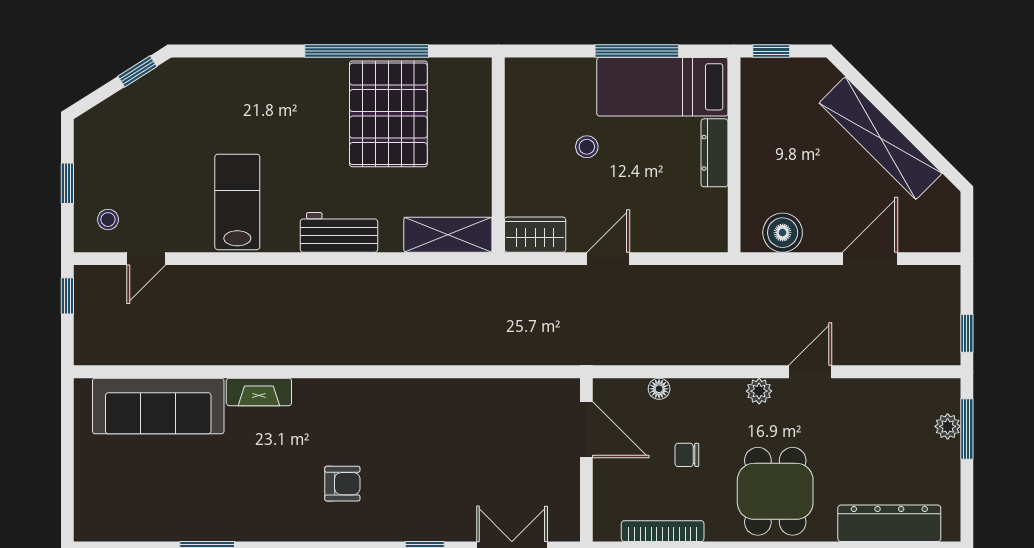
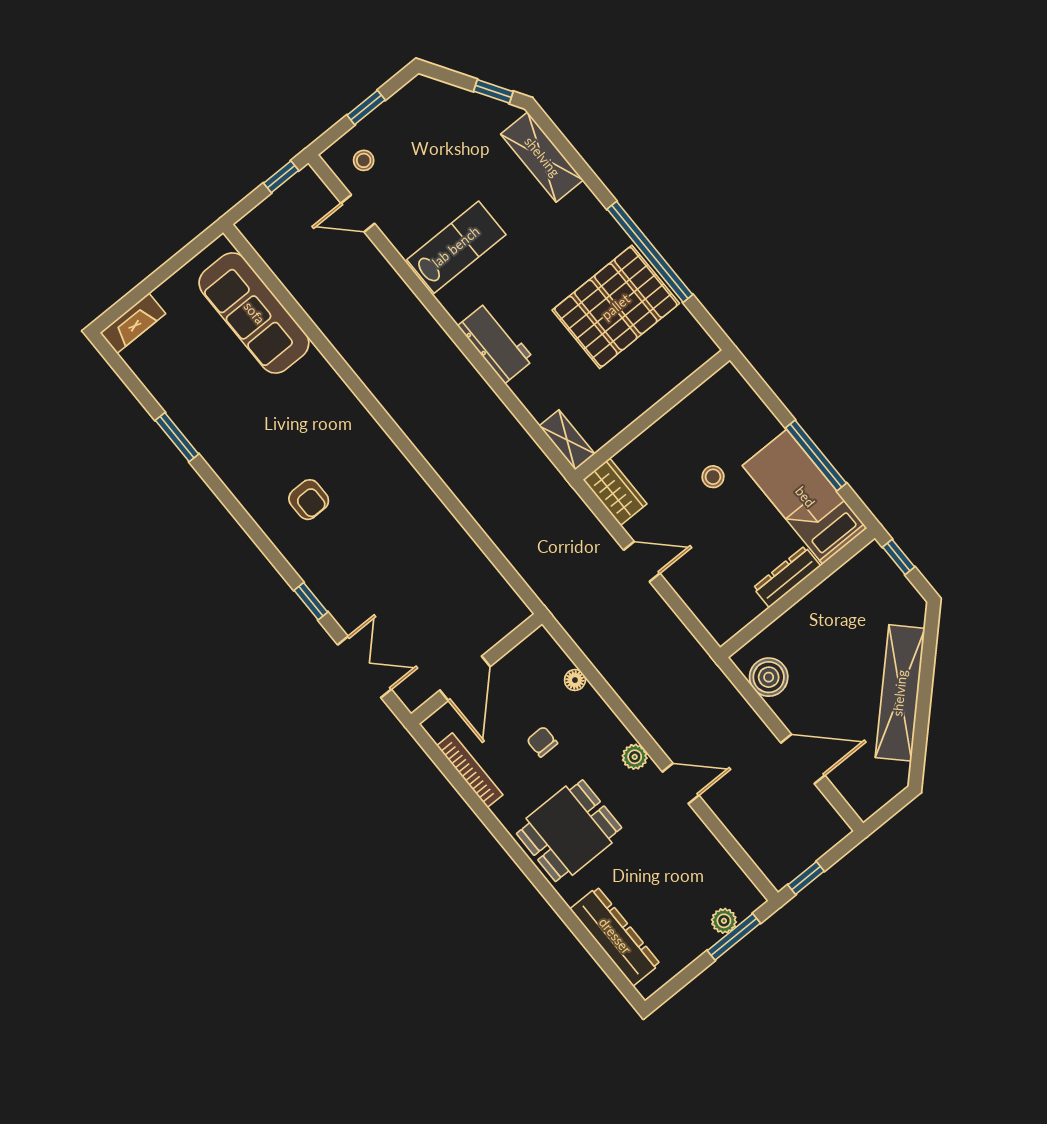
shelving: (221, 75) -> (542, 157), added
shelving: (448, 235) -> (567, 440), width x0.67, depth x0.75
fireplace: (259, 392) -> (133, 323), moved, turned -90
door: (586, 430) -> (465, 678), moved

